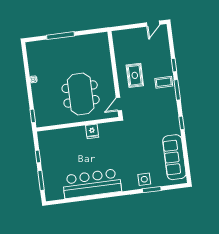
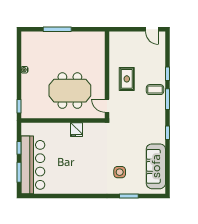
door: (153, 24) -> (152, 29), hinge flipped
meeting table: (81, 94) -> (70, 91), turned 90
door: (119, 104) -> (107, 106), hinge flipped
side table: (144, 179) -> (120, 172), moved
bar counter: (92, 184) -> (33, 165), moved, turned 90

